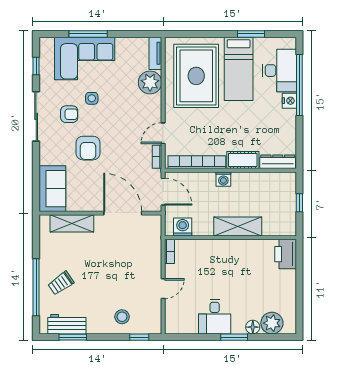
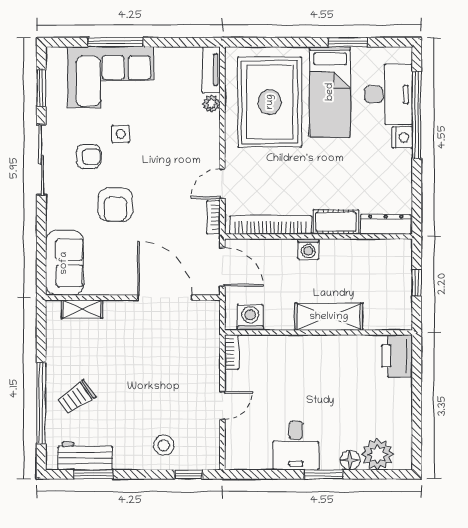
window: (36, 66) -> (41, 88), width x1.50
plant: (150, 82) -> (211, 104), width x0.53, depth x0.53
shelving: (72, 223) -> (82, 309), width x0.67, depth x0.75

